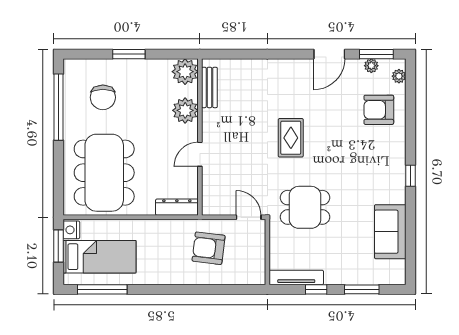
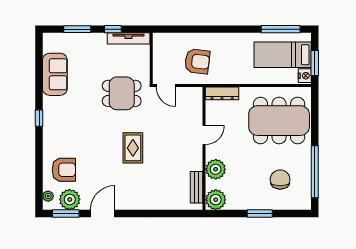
plant: (371, 66) -> (70, 199), width x1.88, depth x1.88
dining table: (104, 173) -> (279, 121), turned 90

